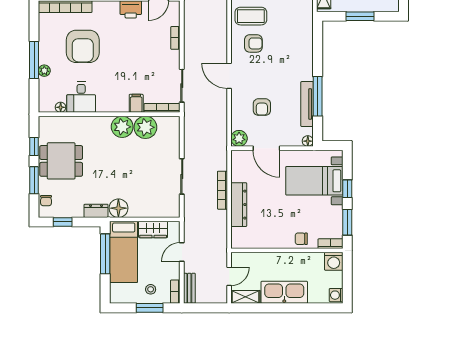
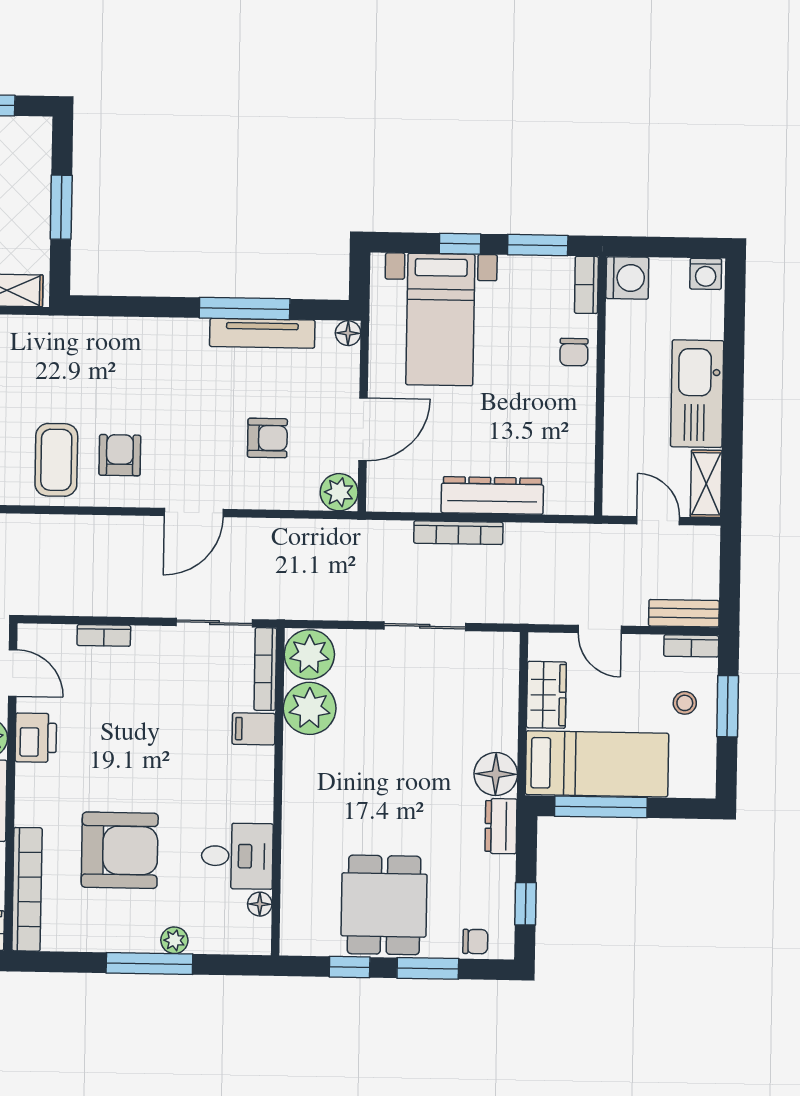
plant: (122, 127) -> (309, 654), moved

